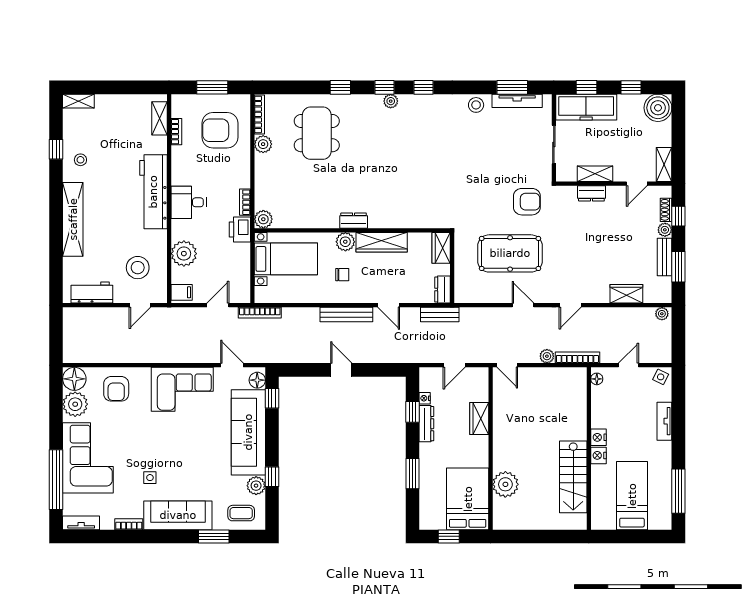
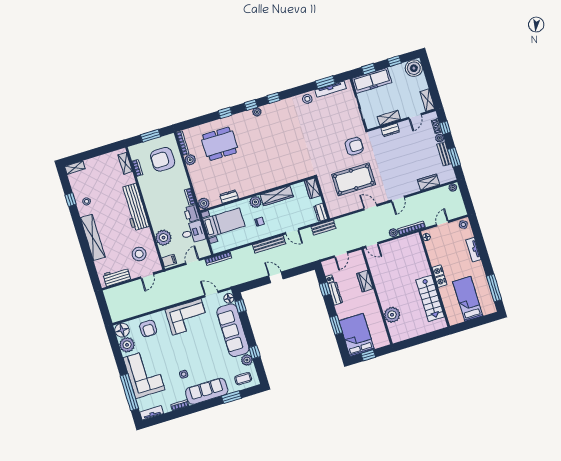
dining table: (317, 133) -> (220, 144), turned 90
desk: (189, 202) -> (193, 232), moved, turned 180
dresser: (354, 221) -> (229, 197), moved
bed: (468, 499) -> (357, 335), moved

